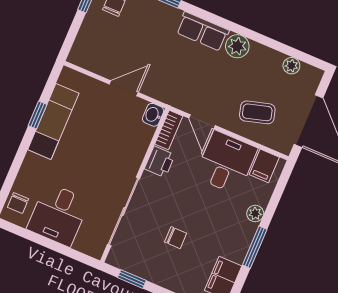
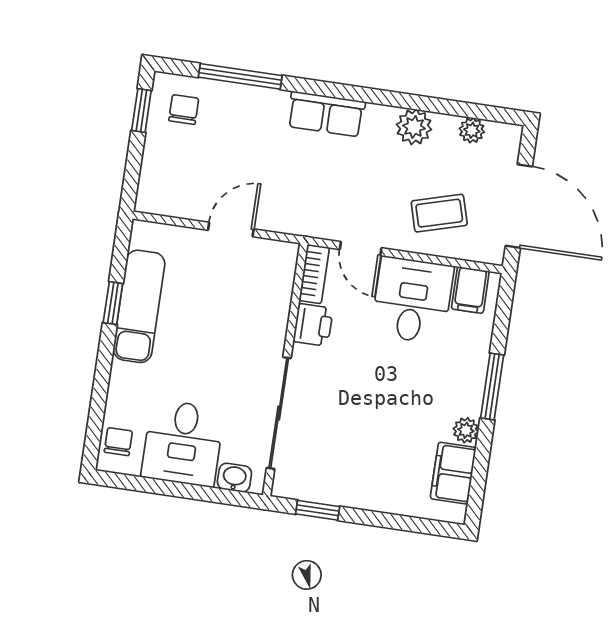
plant: (237, 46) -> (414, 127), moved
washbasin: (153, 115) -> (234, 478), moved, turned 90
chair: (18, 203) -> (118, 442), turned 180
plant: (255, 214) -> (466, 430), moved
chair: (176, 238) -> (366, 432), removed
window: (255, 247) -> (492, 386), moved

